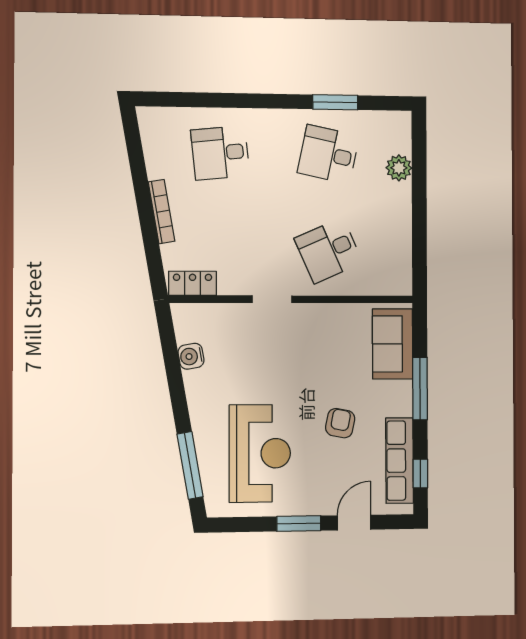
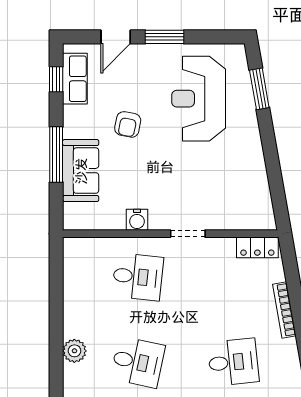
desk: (329, 250) -> (138, 277), turned 30
sofa: (393, 344) -> (81, 171), moved
water cooler: (191, 356) -> (137, 220), moved, turned 100
row of seats: (399, 461) -> (75, 79), width x0.68
window: (190, 465) -> (259, 89), width x0.69

